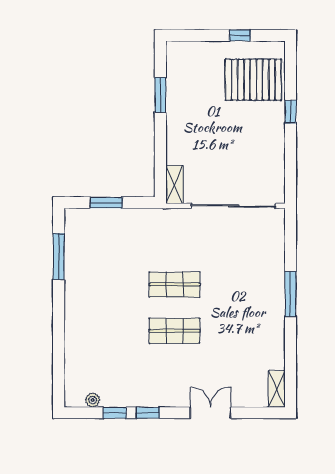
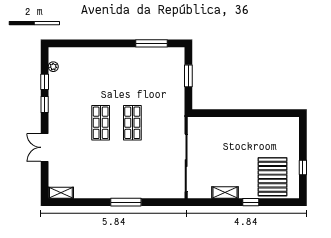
window: (160, 95) -> (262, 113), removed
shelving: (174, 184) -> (225, 192), moved
double door: (211, 413) -> (45, 147), swing flipped

